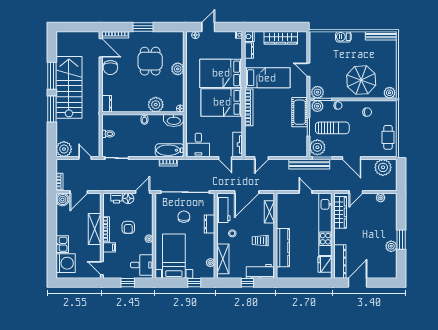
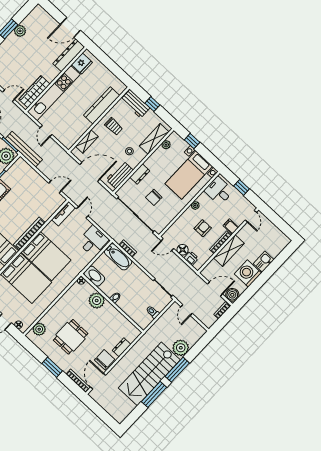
plant: (178, 69) -> (39, 329), moved
dresser: (107, 104) -> (121, 347), moved
plant: (64, 149) -> (181, 348), moved
washing machine: (66, 263) -> (248, 273), moved

